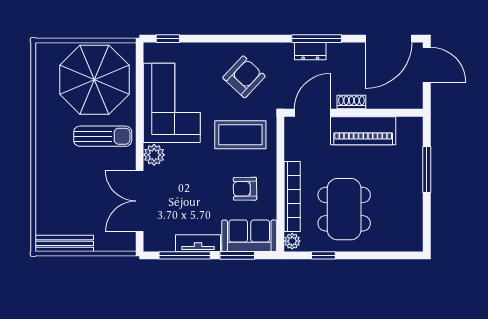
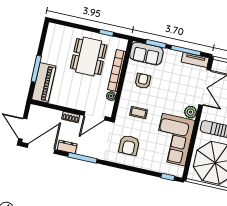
dresser: (310, 51) -> (67, 147), moved
armchair: (244, 77) -> (129, 145), turned -43
piano: (363, 131) -> (44, 83), moved, turned 90
coffee table: (240, 135) -> (138, 113), width x0.54, depth x0.58
armchair: (245, 189) -> (143, 81), turned -89
plant: (292, 241) -> (111, 96), moved
tv unit: (198, 243) -> (195, 60), moved

